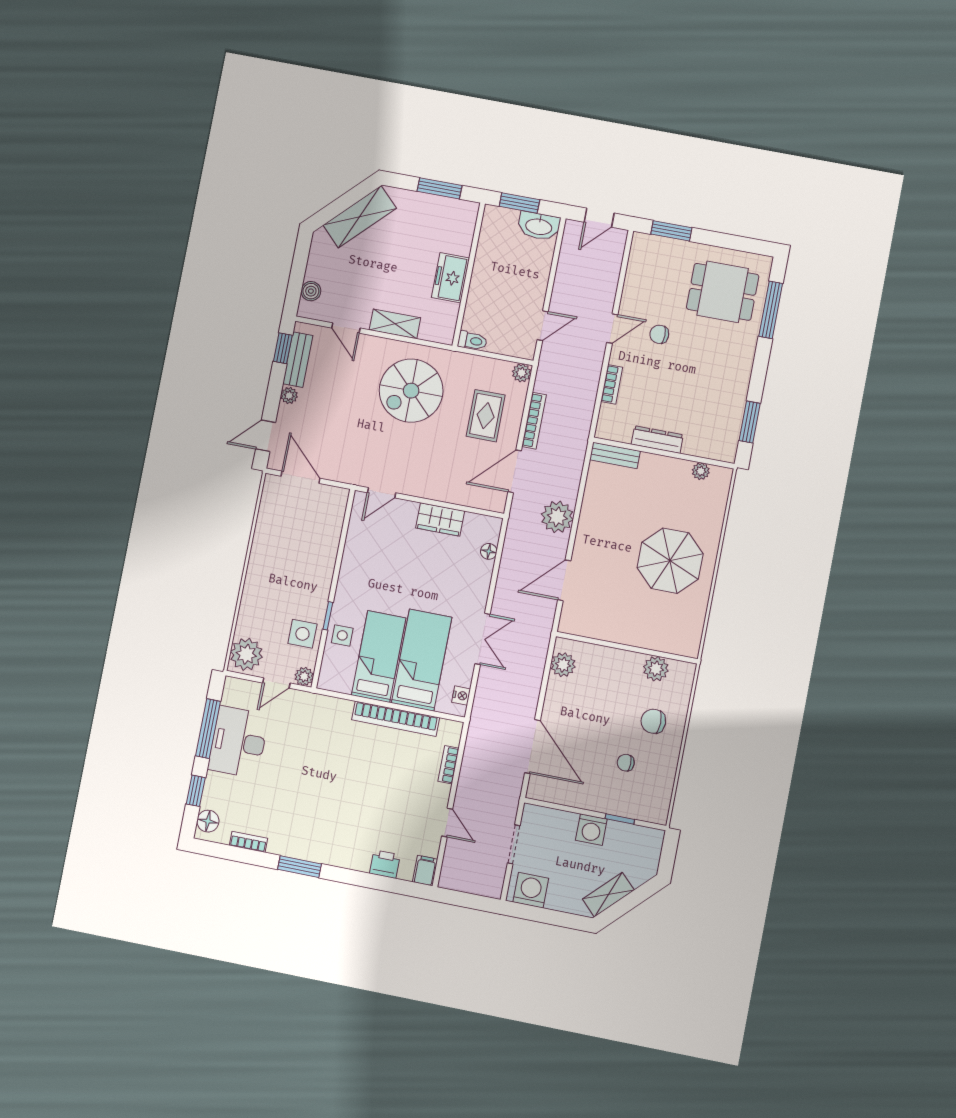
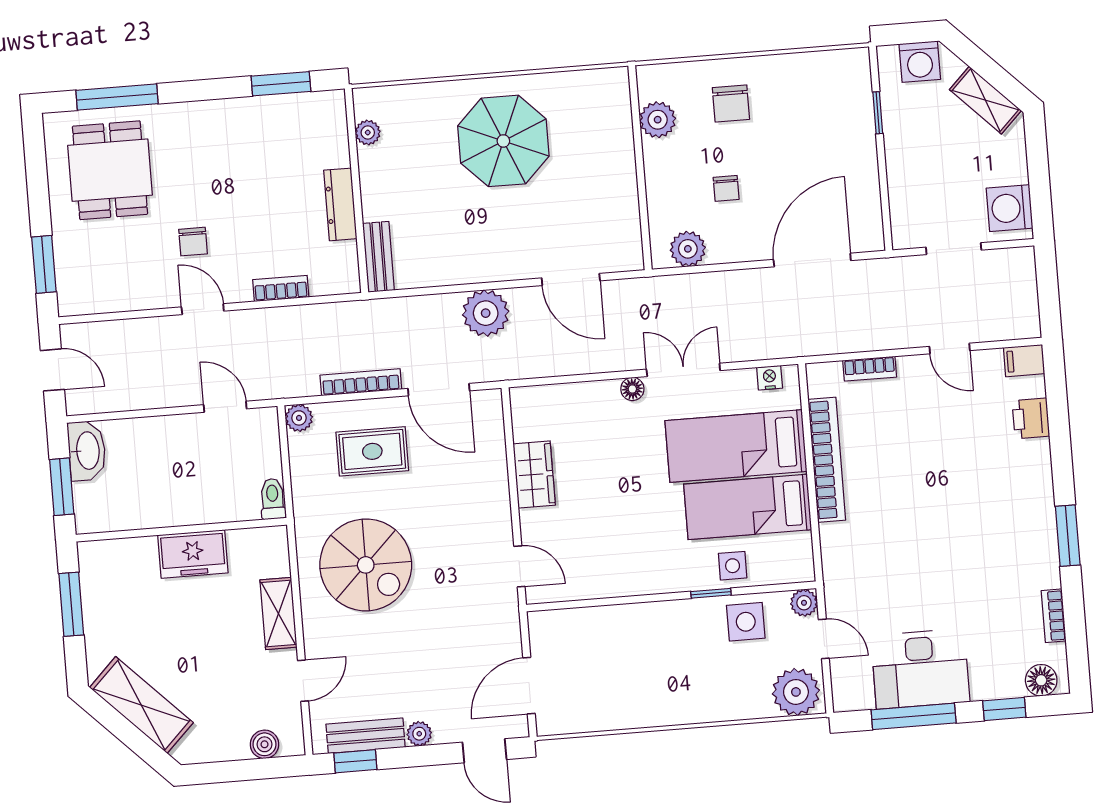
floor lamp: (489, 551) -> (632, 389), moved
chair: (626, 763) -> (726, 188), moved
door: (447, 823) -> (950, 348), swing flipped
washing machine: (591, 830) -> (920, 62), moved, turned 90

